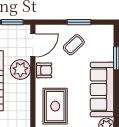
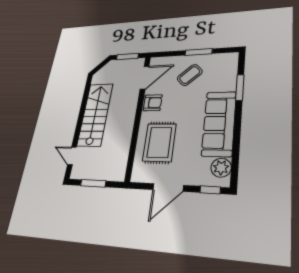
plant: (20, 70) -> (127, 102), removed

